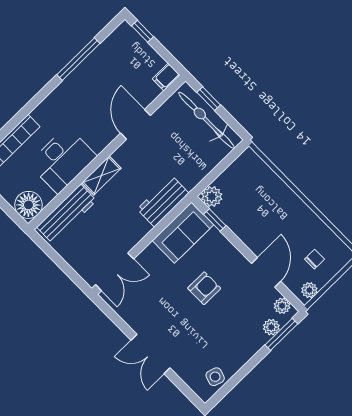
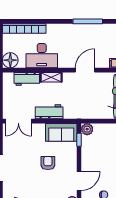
workbench: (163, 201) -> (49, 112), moved
workbench: (67, 214) -> (27, 79), width x0.73
armchair: (204, 288) -> (48, 163), turned -90

